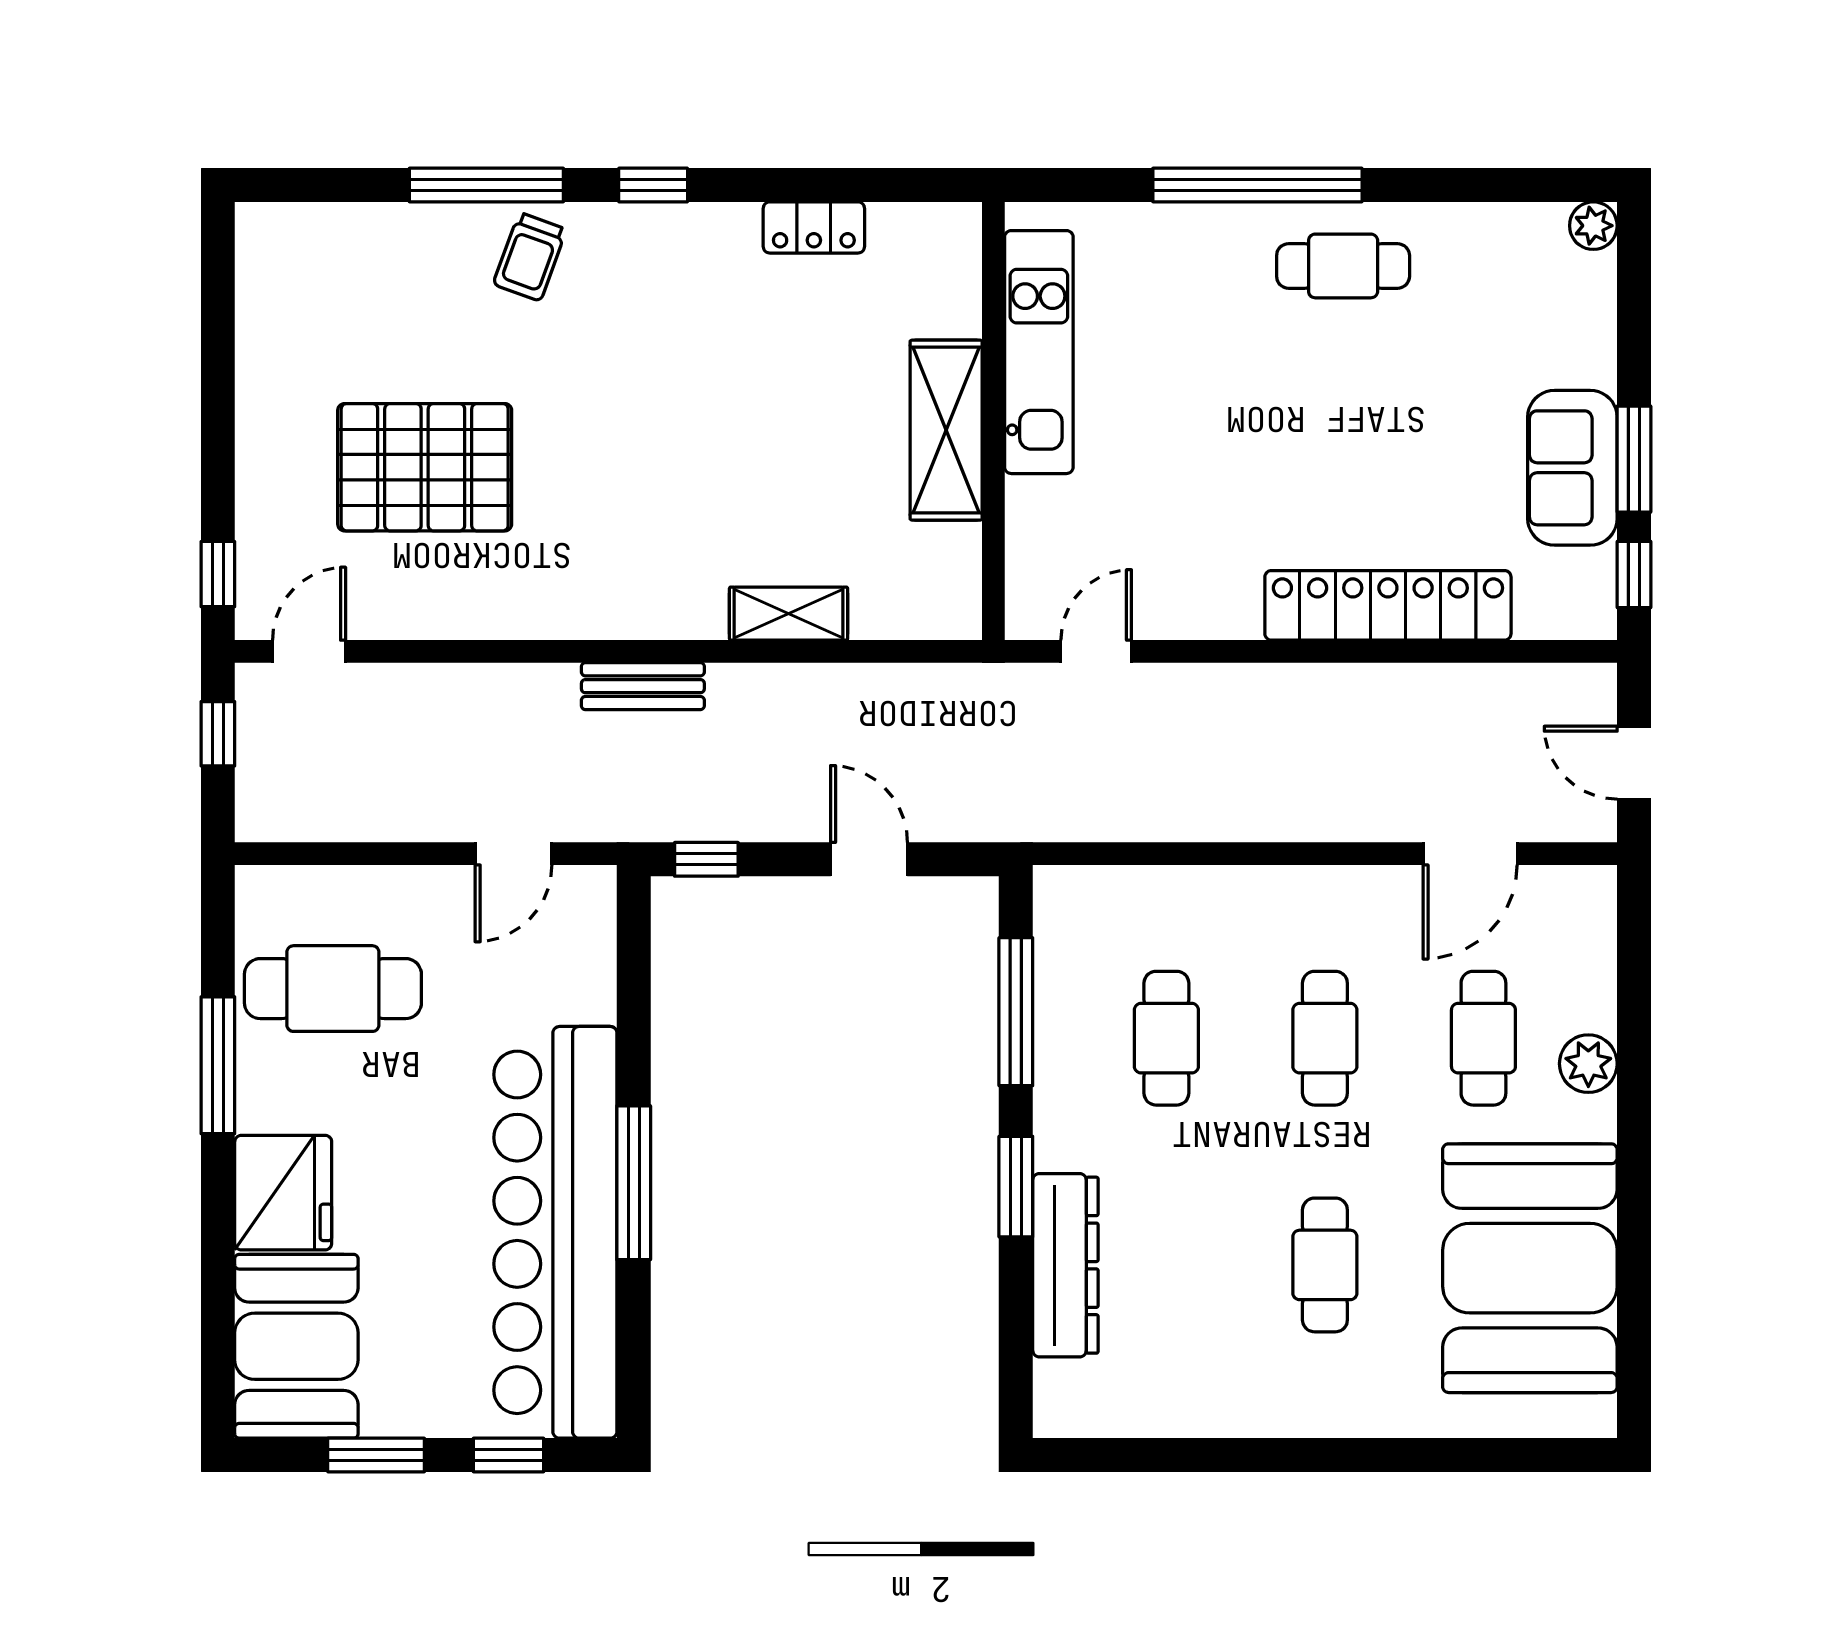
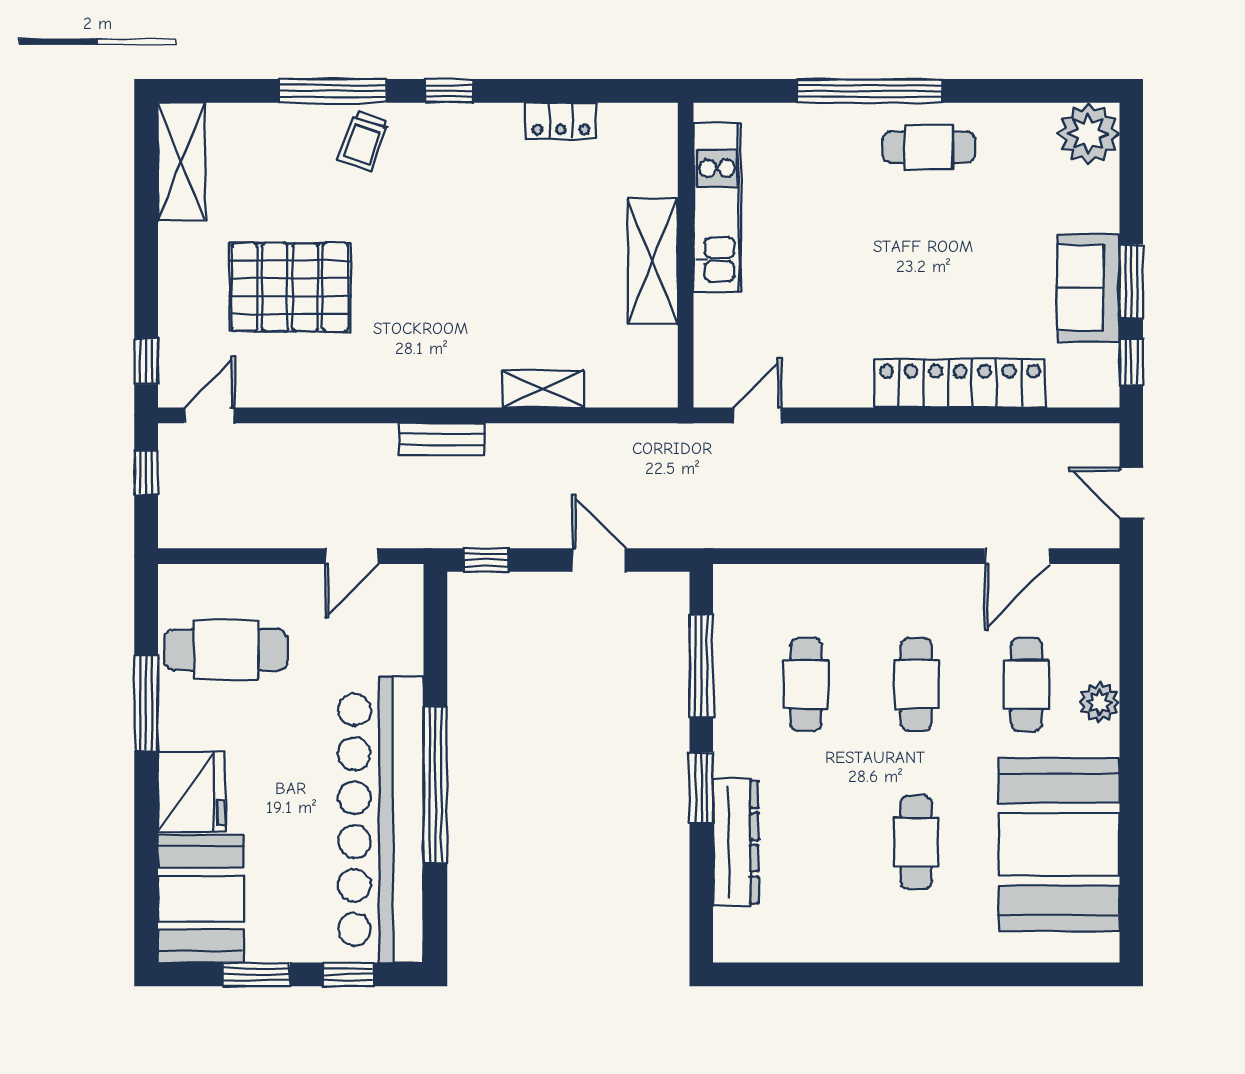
plant: (1593, 226) -> (1088, 134), width x1.87, depth x1.87
shelving: (269, 287) -> (181, 162), added
window: (634, 1183) -> (435, 785), width x1.46

